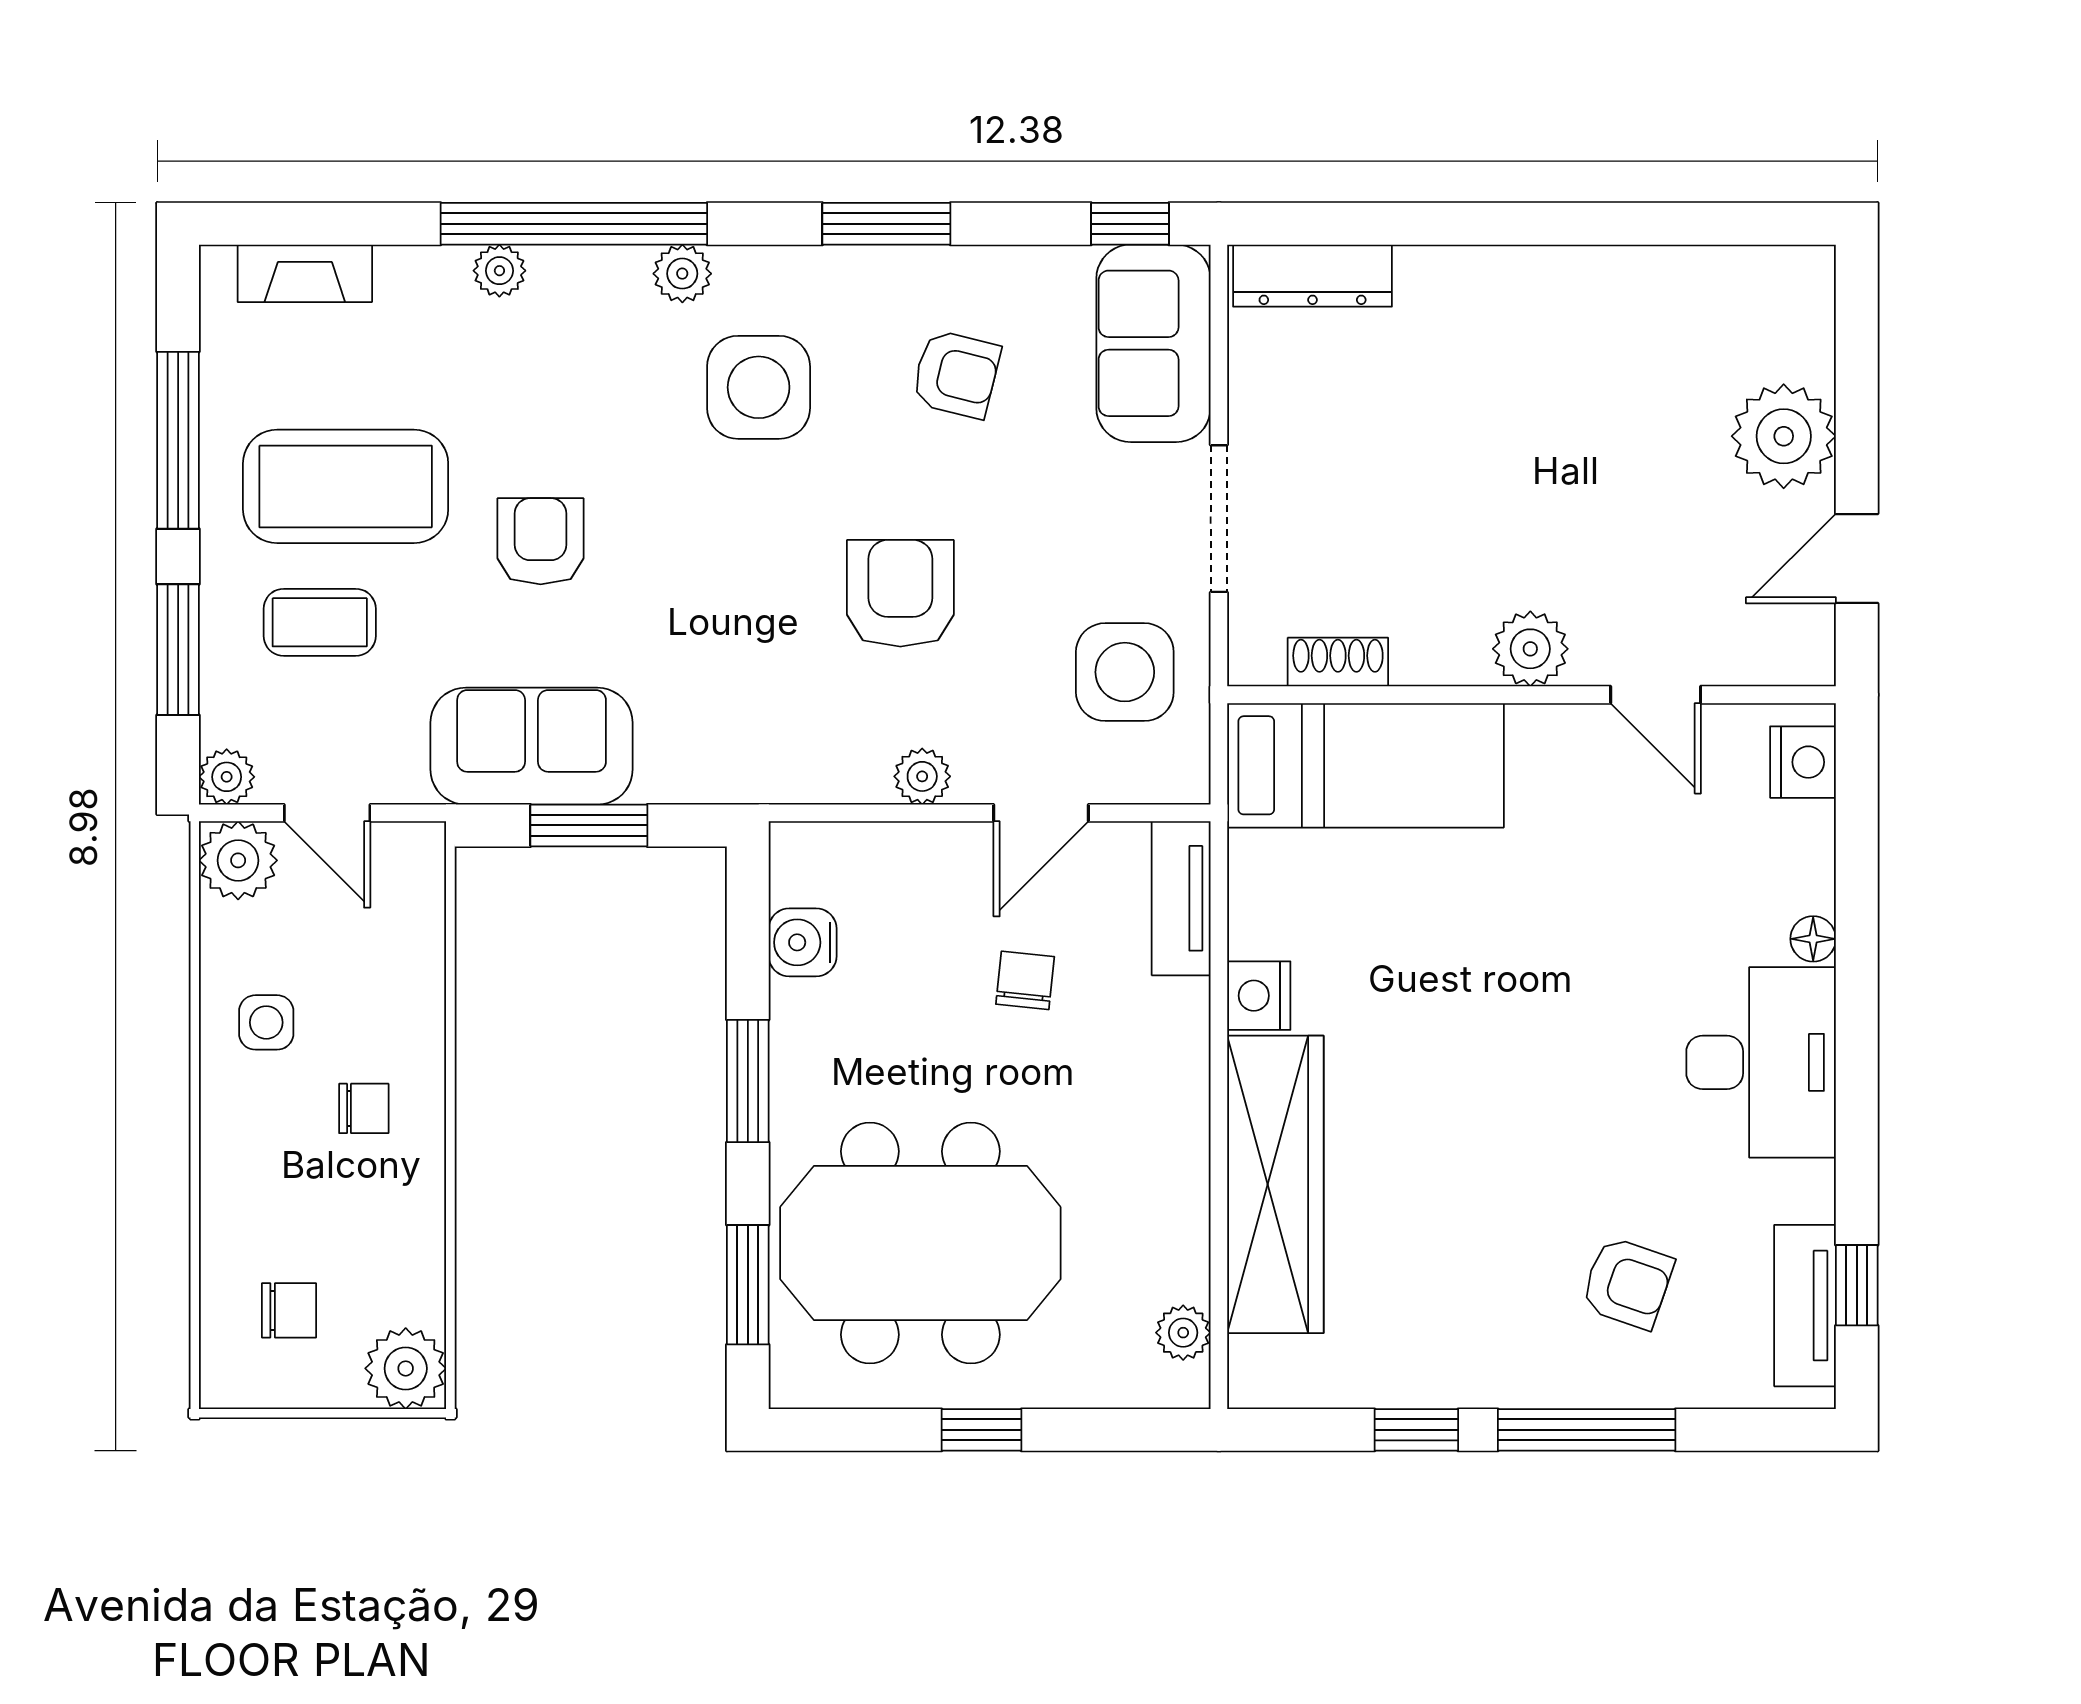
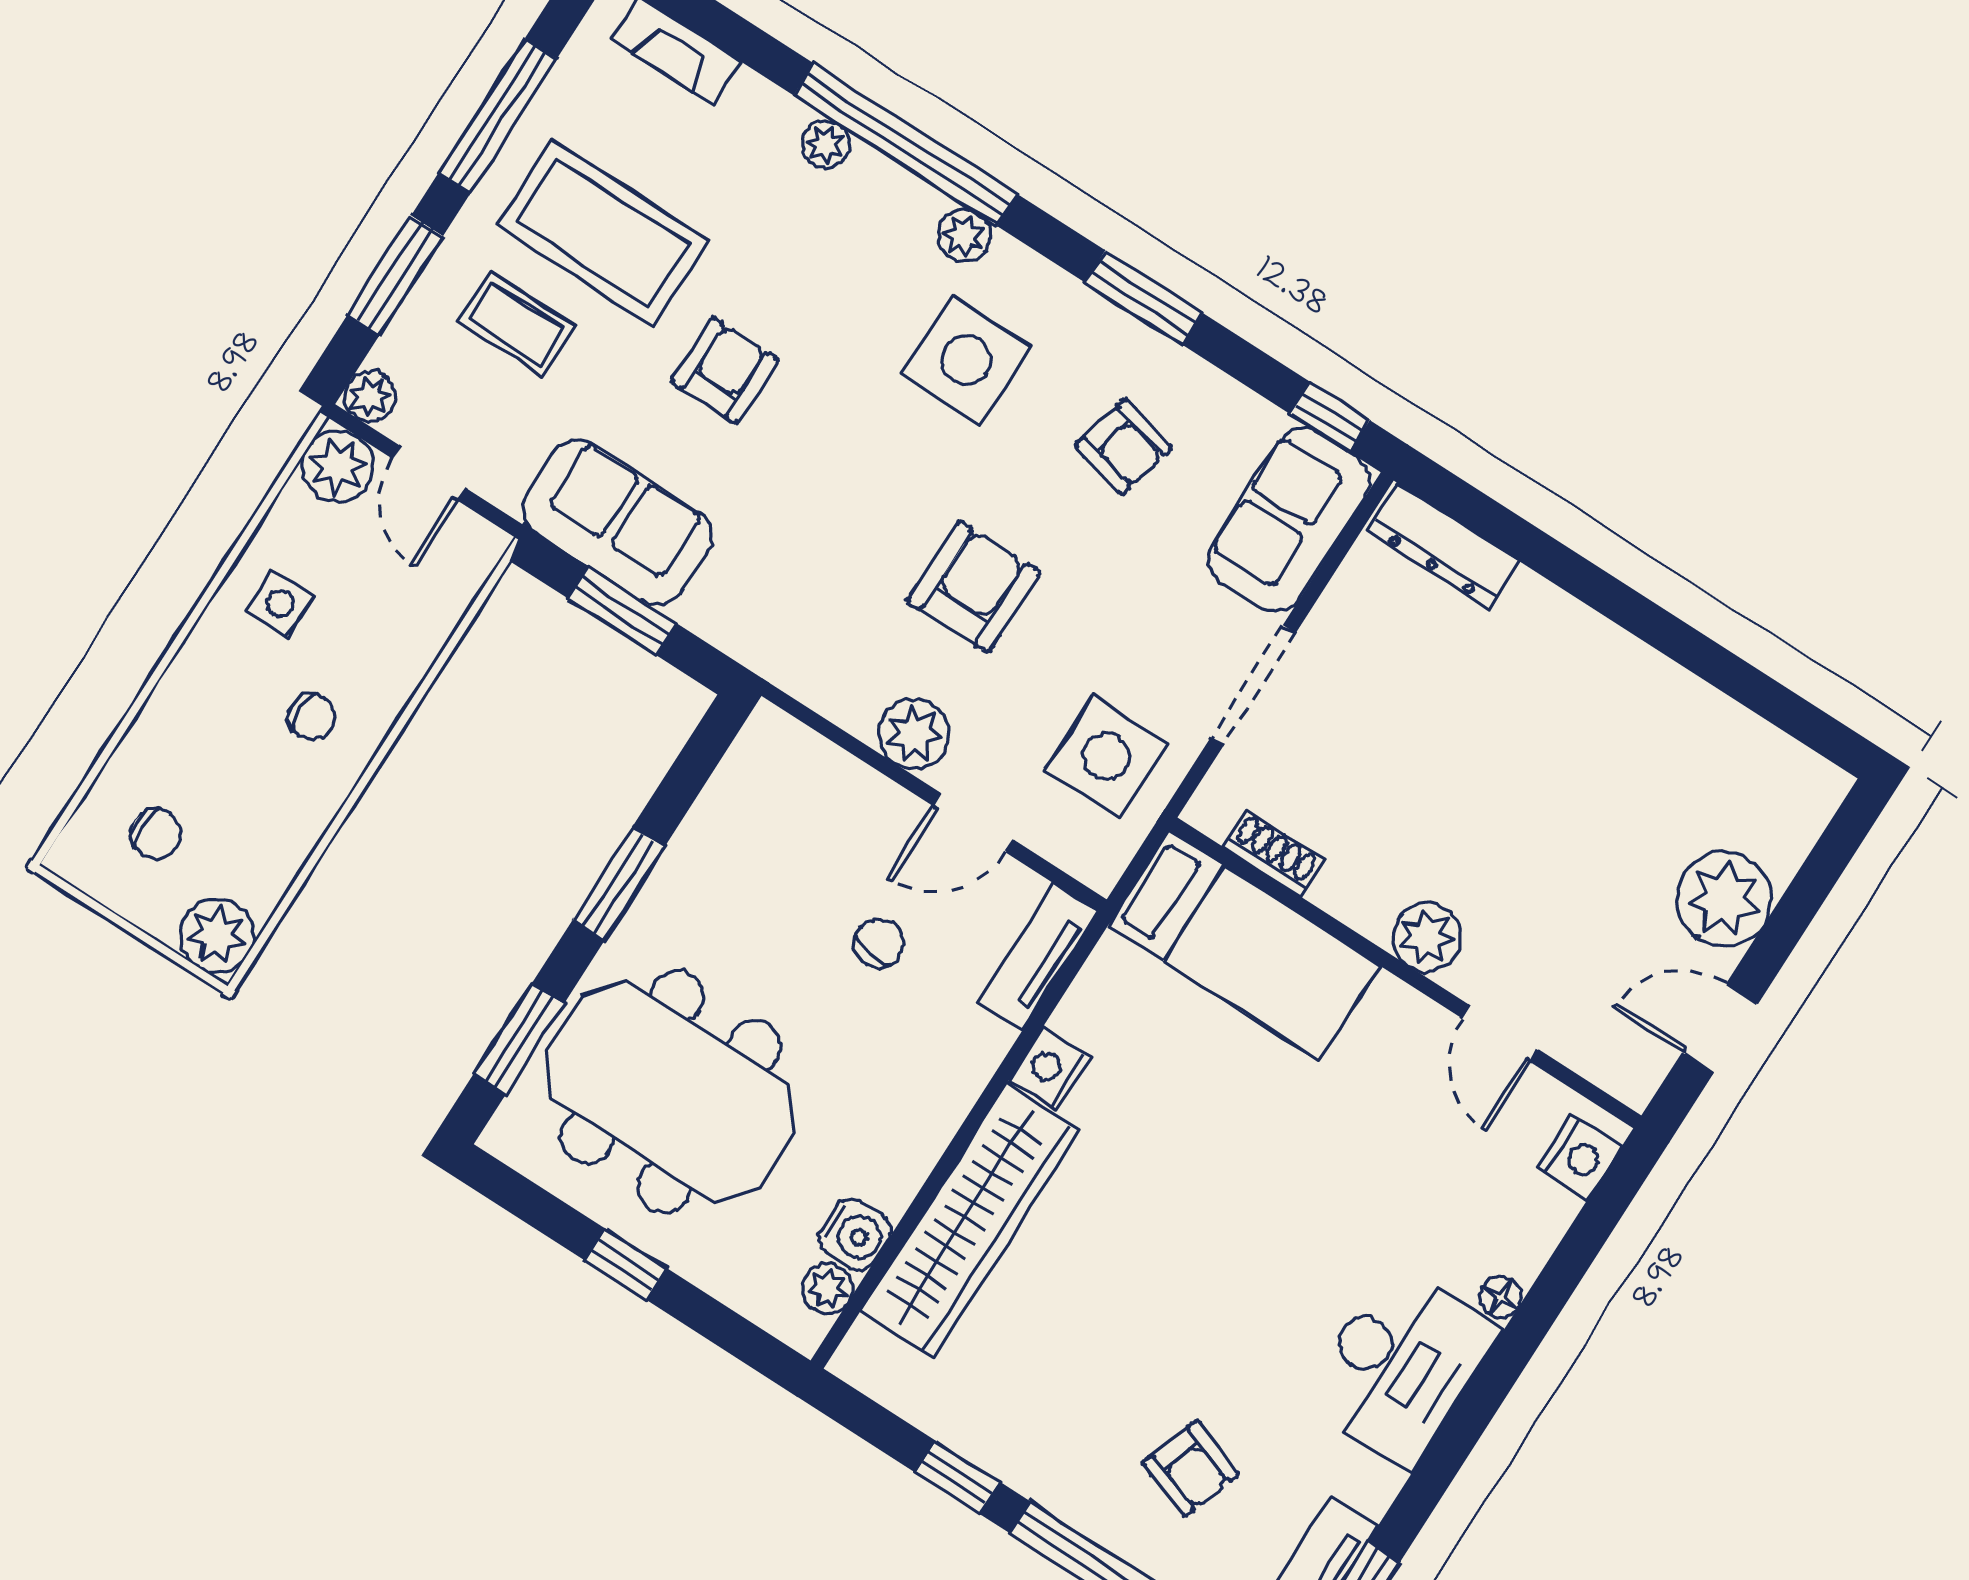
plant: (922, 776) -> (914, 734), width x1.38, depth x1.38
water cooler: (803, 942) -> (855, 1235), moved, turned 180

